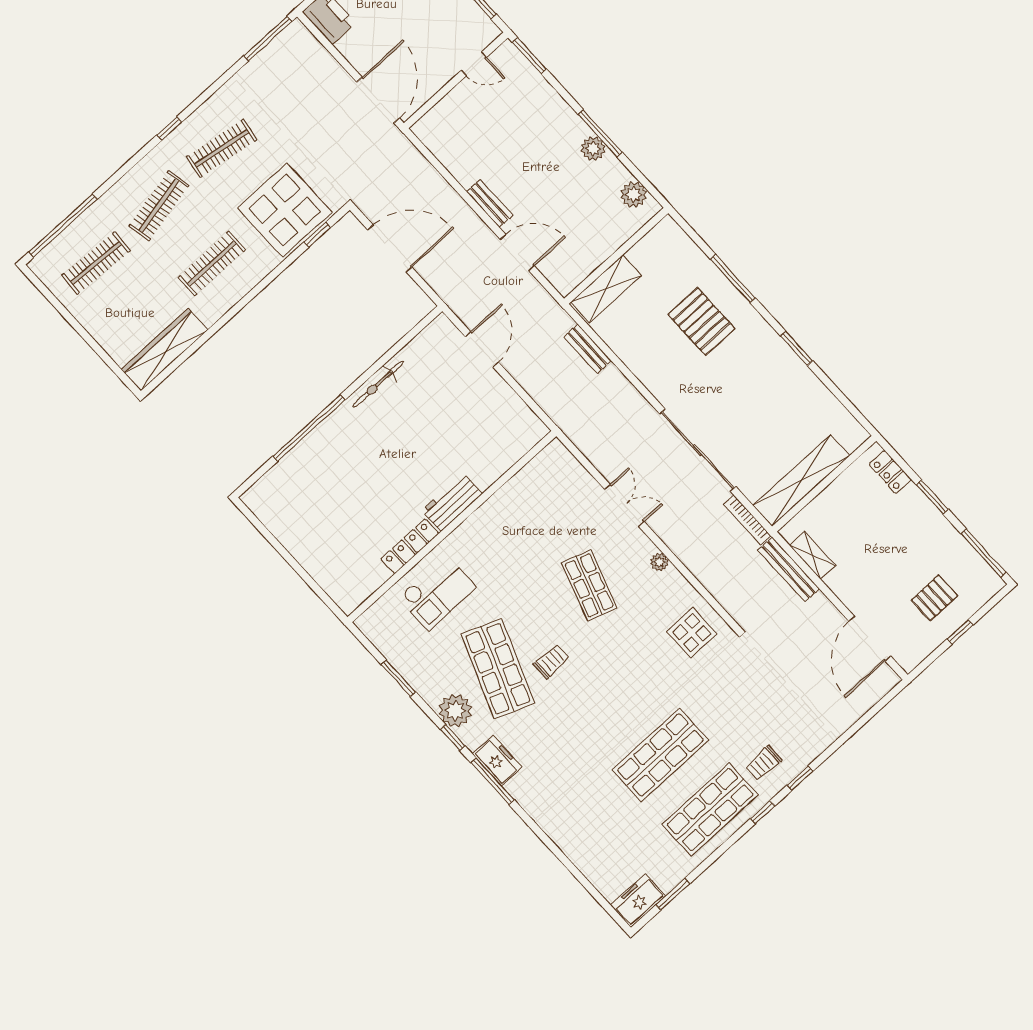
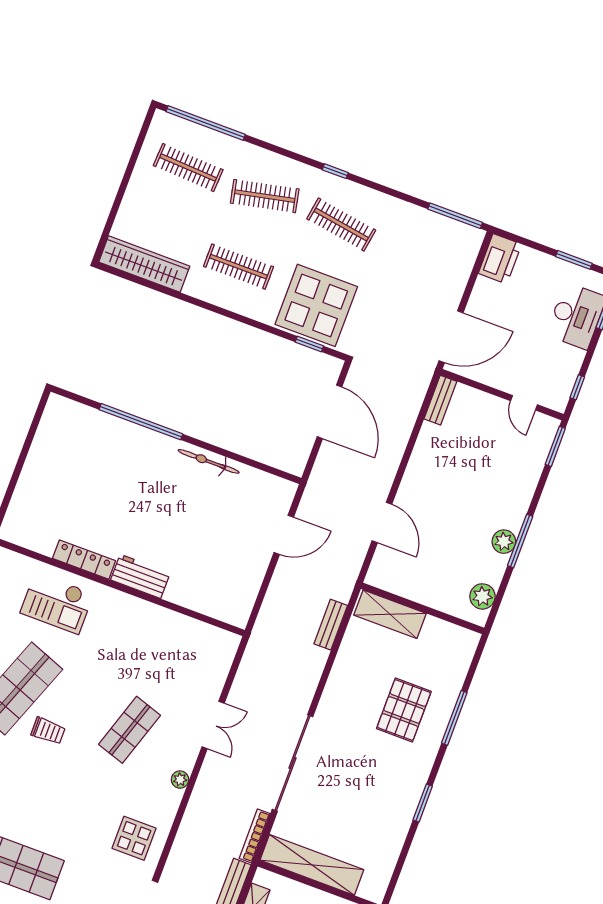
bench: (490, 203) -> (440, 400), moved

